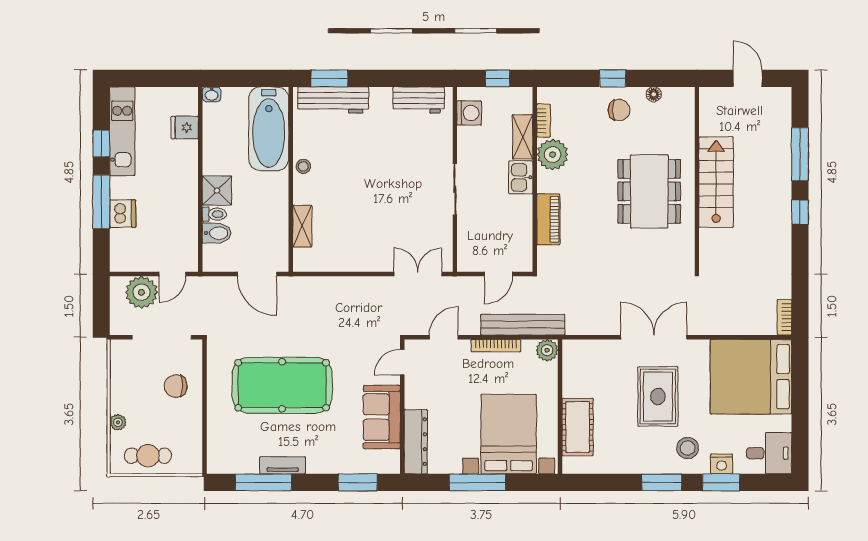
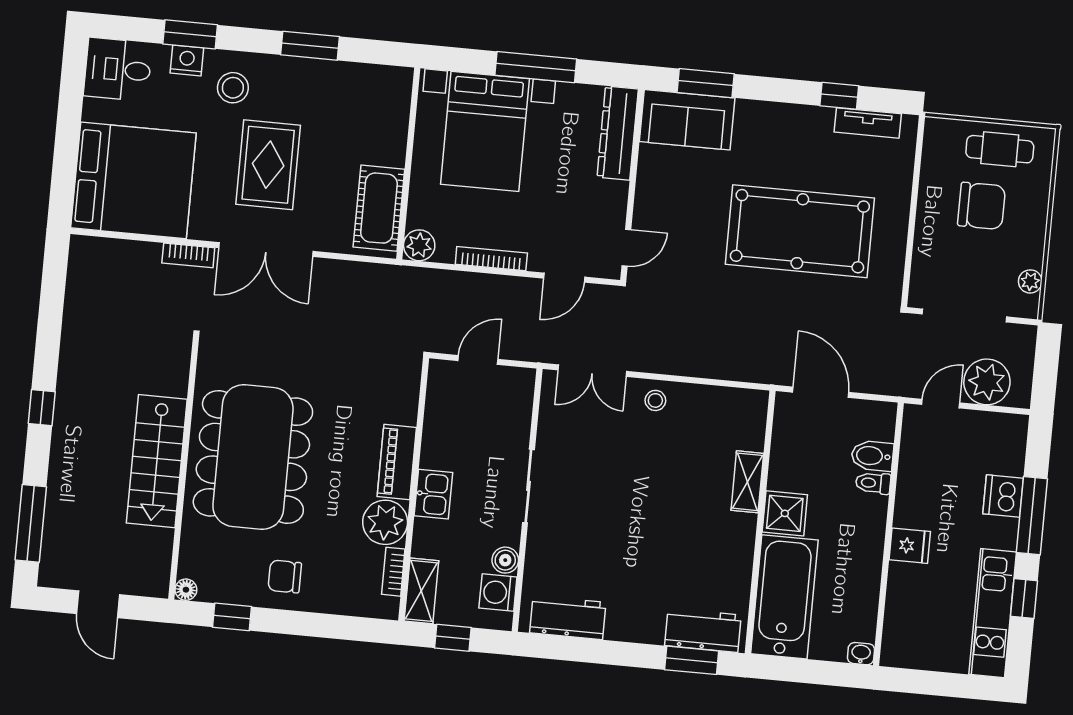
window: (613, 78) -> (232, 617), moved
floor lamp: (654, 94) -> (186, 590), moved
workbench: (333, 100) -> (703, 630), width x0.73
fridge: (185, 127) -> (910, 546), moved
boiler: (466, 136) -> (505, 560), added
shelving: (523, 137) -> (421, 591), moved
window: (800, 154) -> (31, 523), moved
stool: (303, 166) -> (655, 400), moved
shower: (217, 191) -> (785, 513), moved
dining table: (649, 191) -> (253, 457), width x1.36, depth x1.24
piano: (548, 219) -> (397, 462), moved
shelving: (302, 226) -> (747, 482), moved
bookcase: (784, 317) -> (188, 255), moved, turned 90
bench: (523, 325) -> (450, 285), removed
chair: (176, 386) -> (981, 206), moved, width x1.37, depth x1.37
sofa: (382, 417) -> (687, 120), moved, turned 90
plant: (118, 422) -> (1030, 281), moved
cot: (578, 427) -> (379, 208), moved
tv unit: (283, 465) -> (868, 123), moved
window: (264, 482) -> (839, 96), width x0.46
window: (662, 482) -> (310, 46), moved

